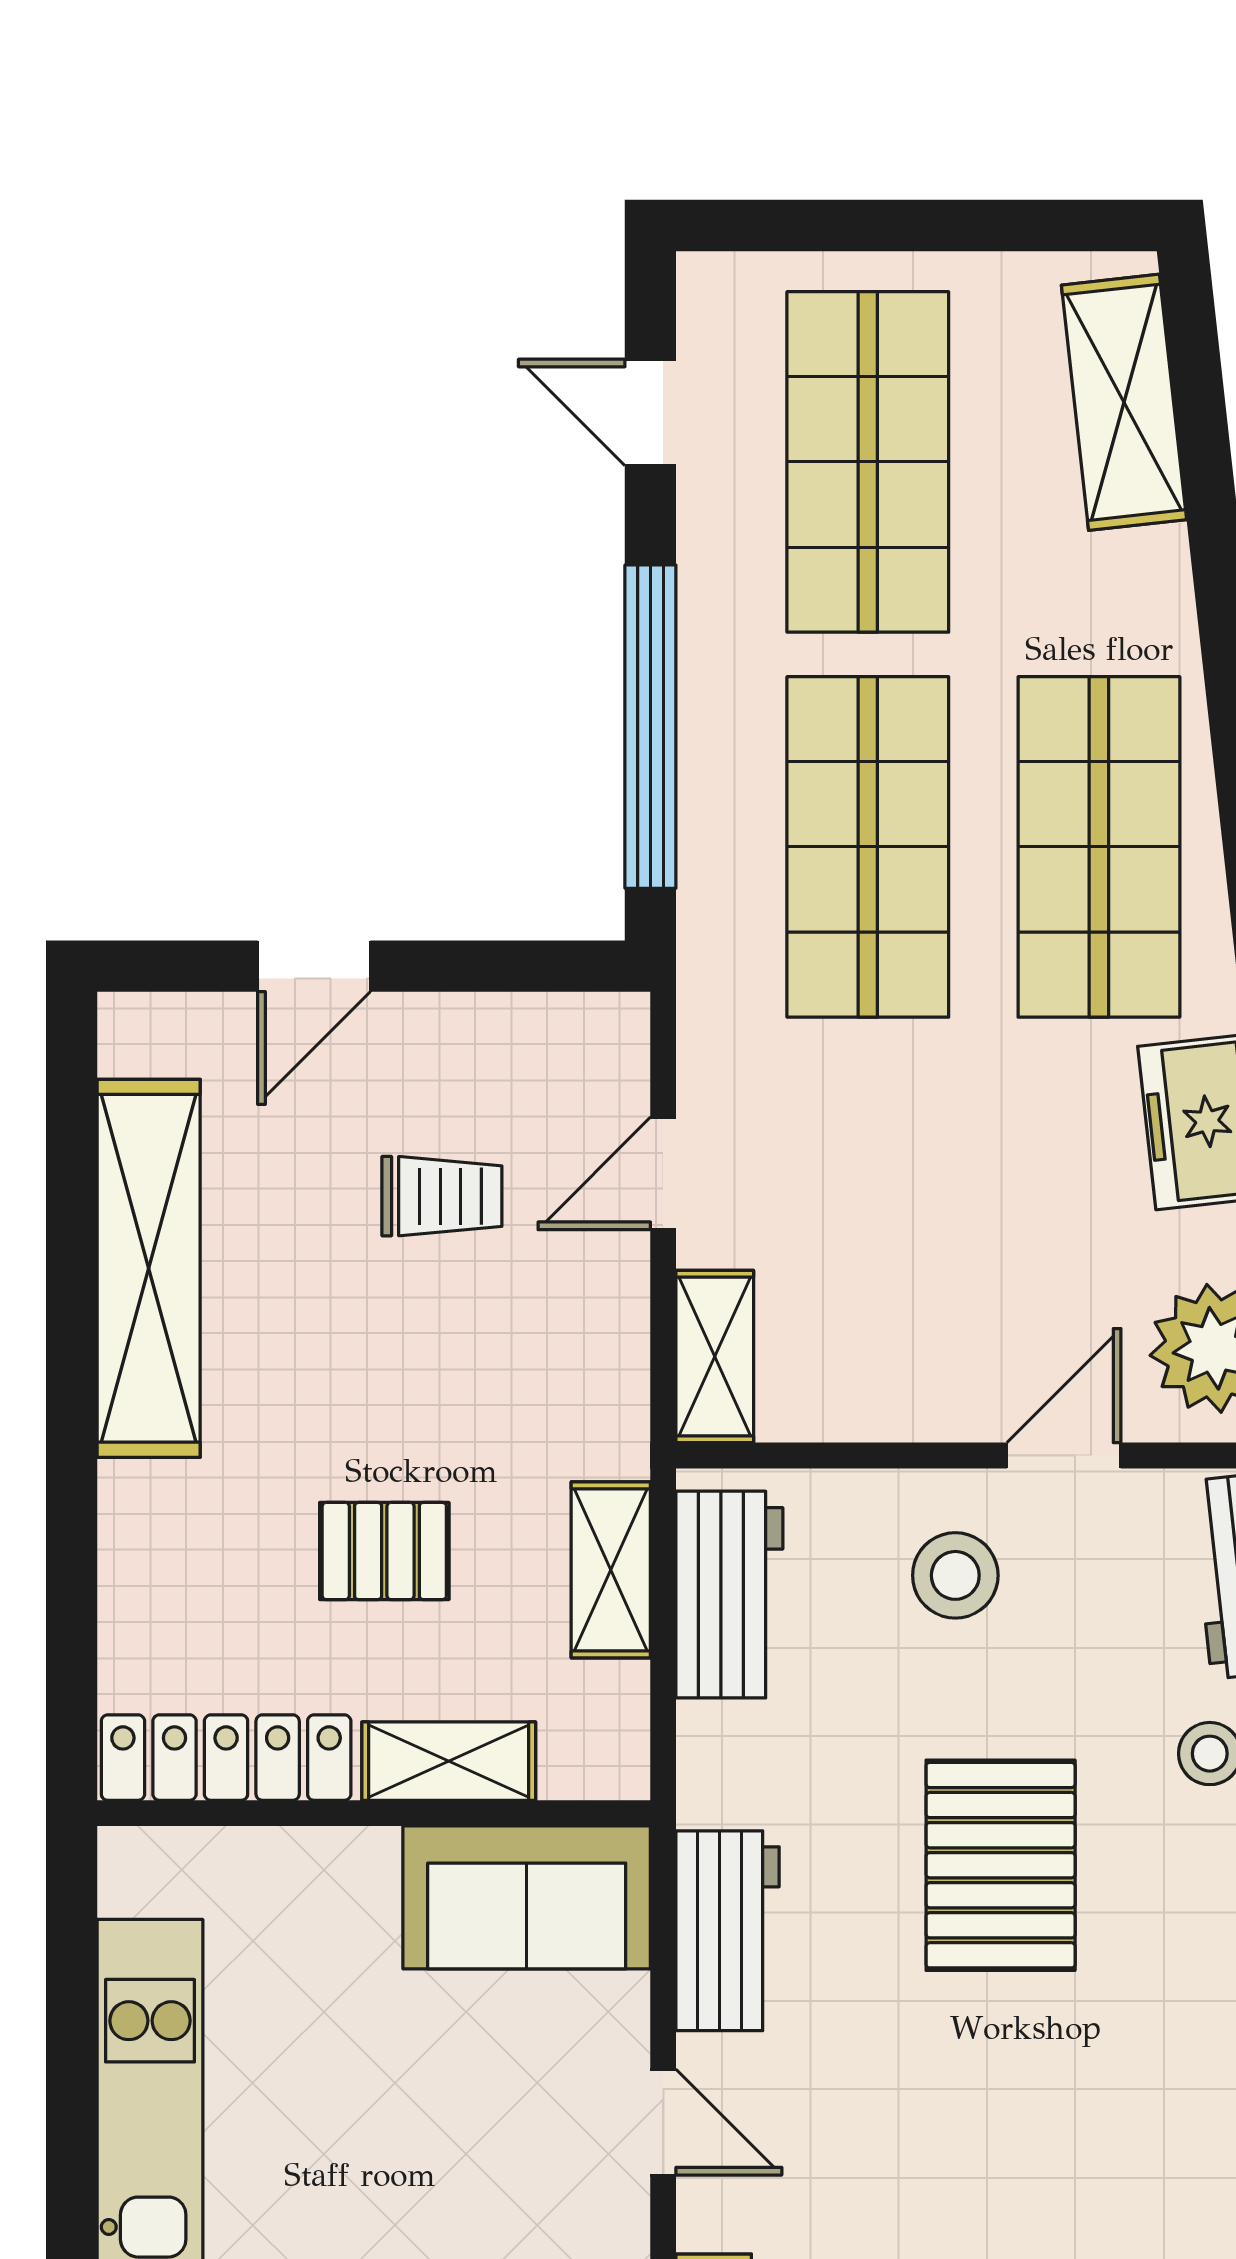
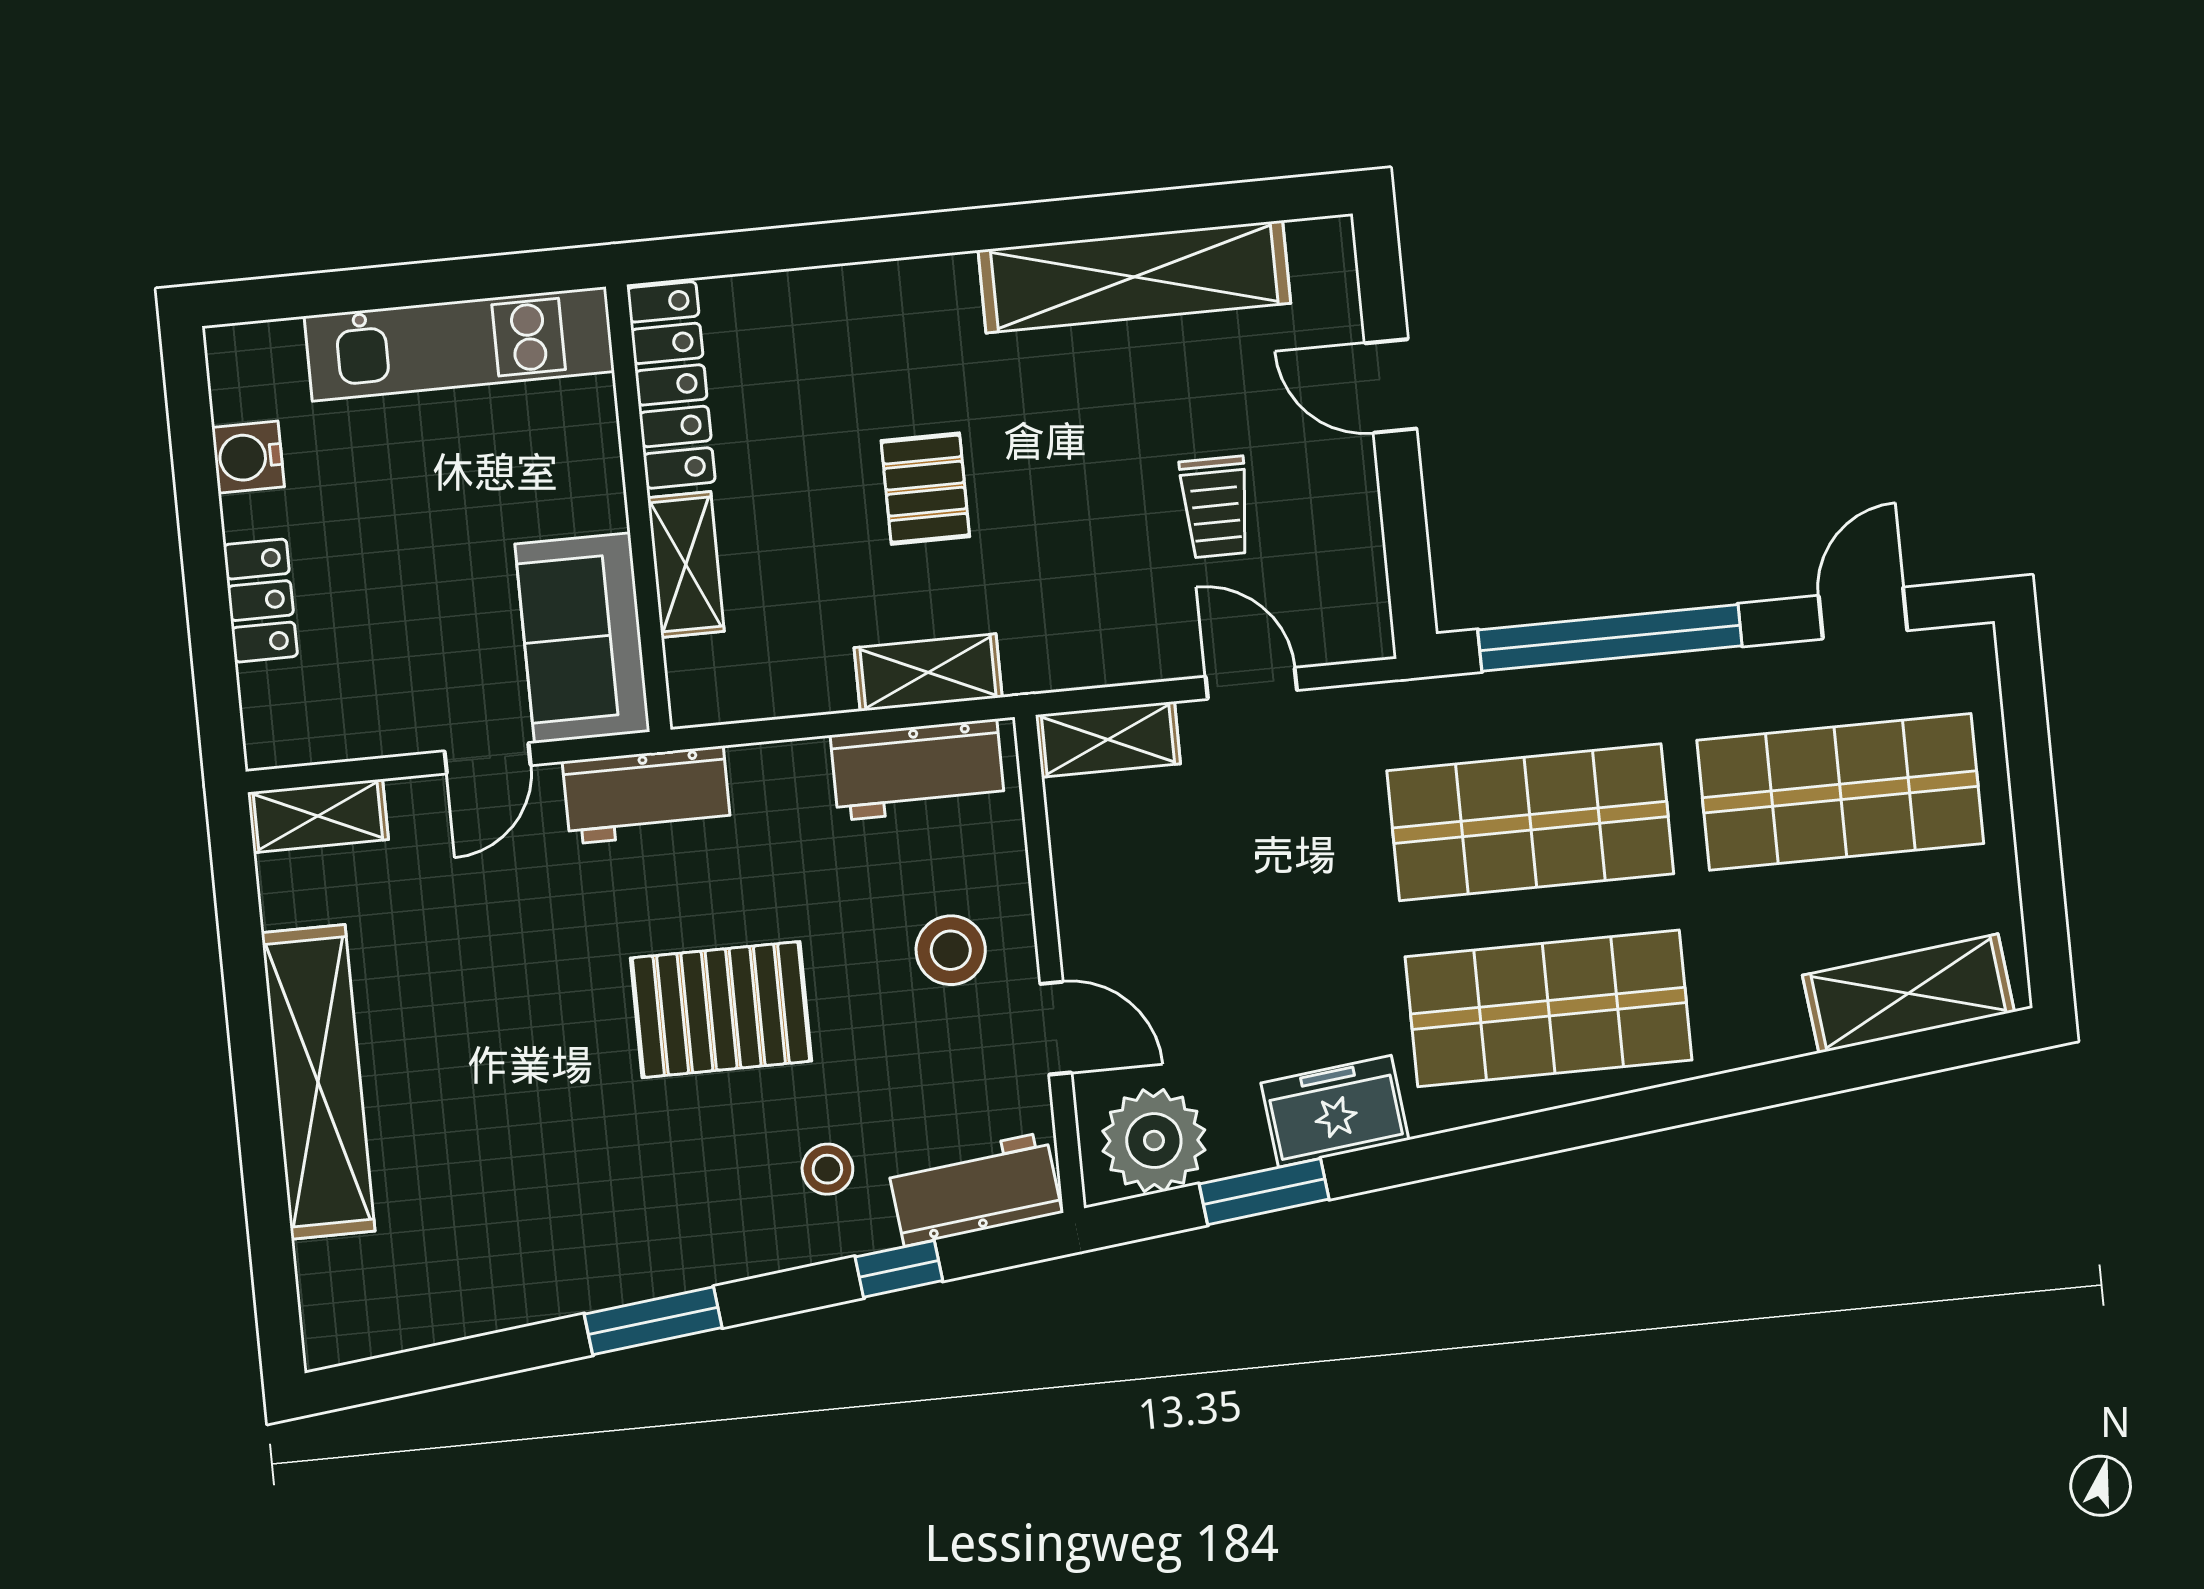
locker: (226, 1758) -> (671, 385), moved
shelving: (449, 1761) -> (686, 564), moved
wall: (374, 1813) -> (638, 508), moved
sofa: (527, 1897) -> (582, 638), moved

